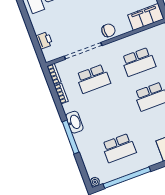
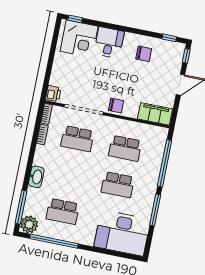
printer: (44, 40) -> (53, 94), moved
washbasin: (74, 122) -> (36, 177), moved
window: (71, 137) -> (21, 207), moved
plant: (95, 182) -> (29, 224), width x1.87, depth x1.87

